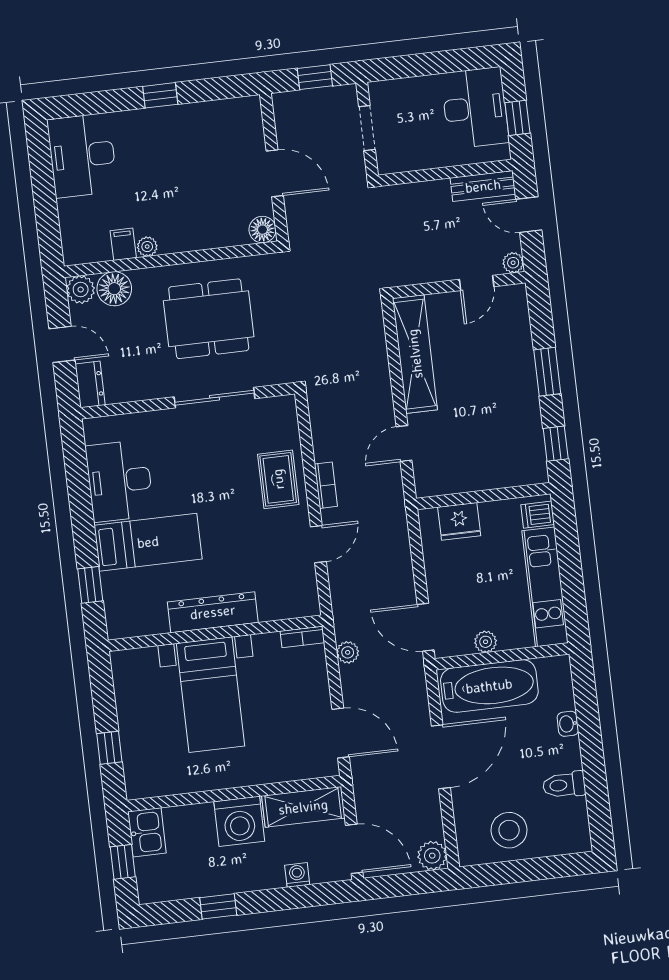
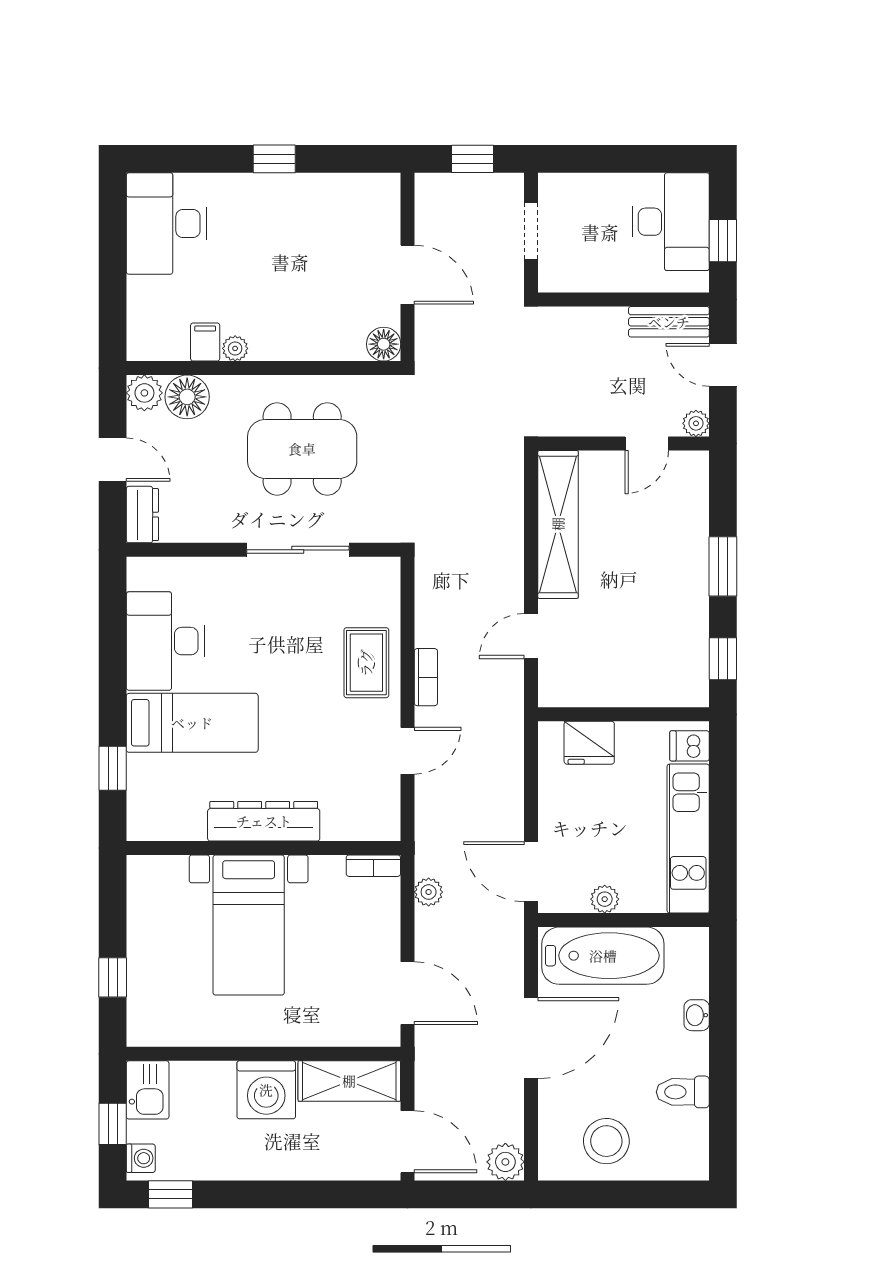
washing machine: (297, 875) -> (141, 1158), moved, turned 90
window: (218, 906) -> (171, 1194), moved

